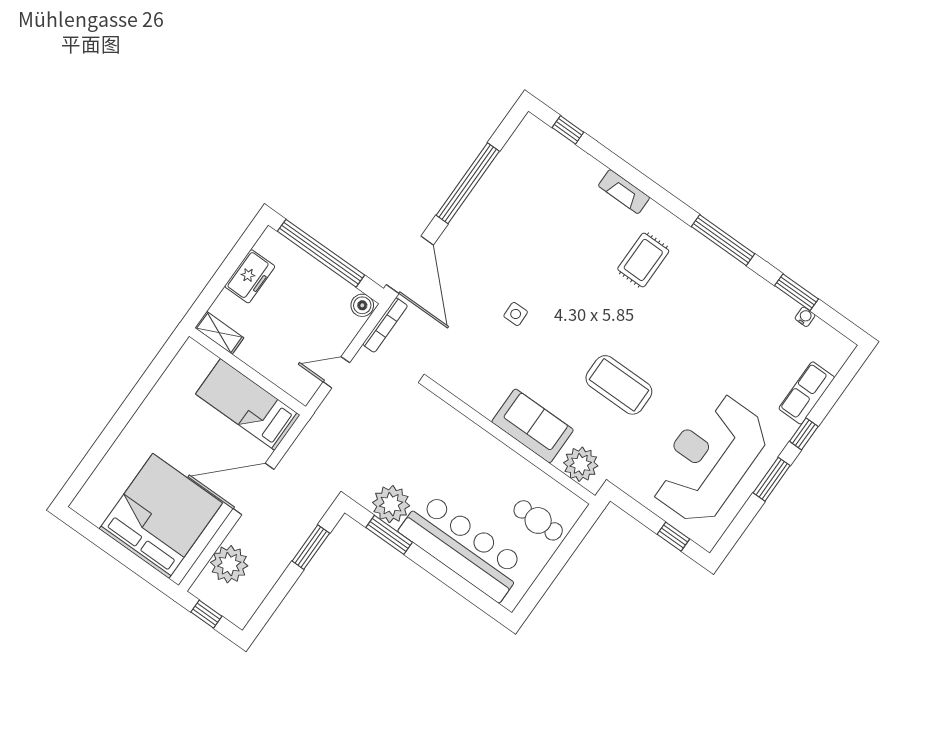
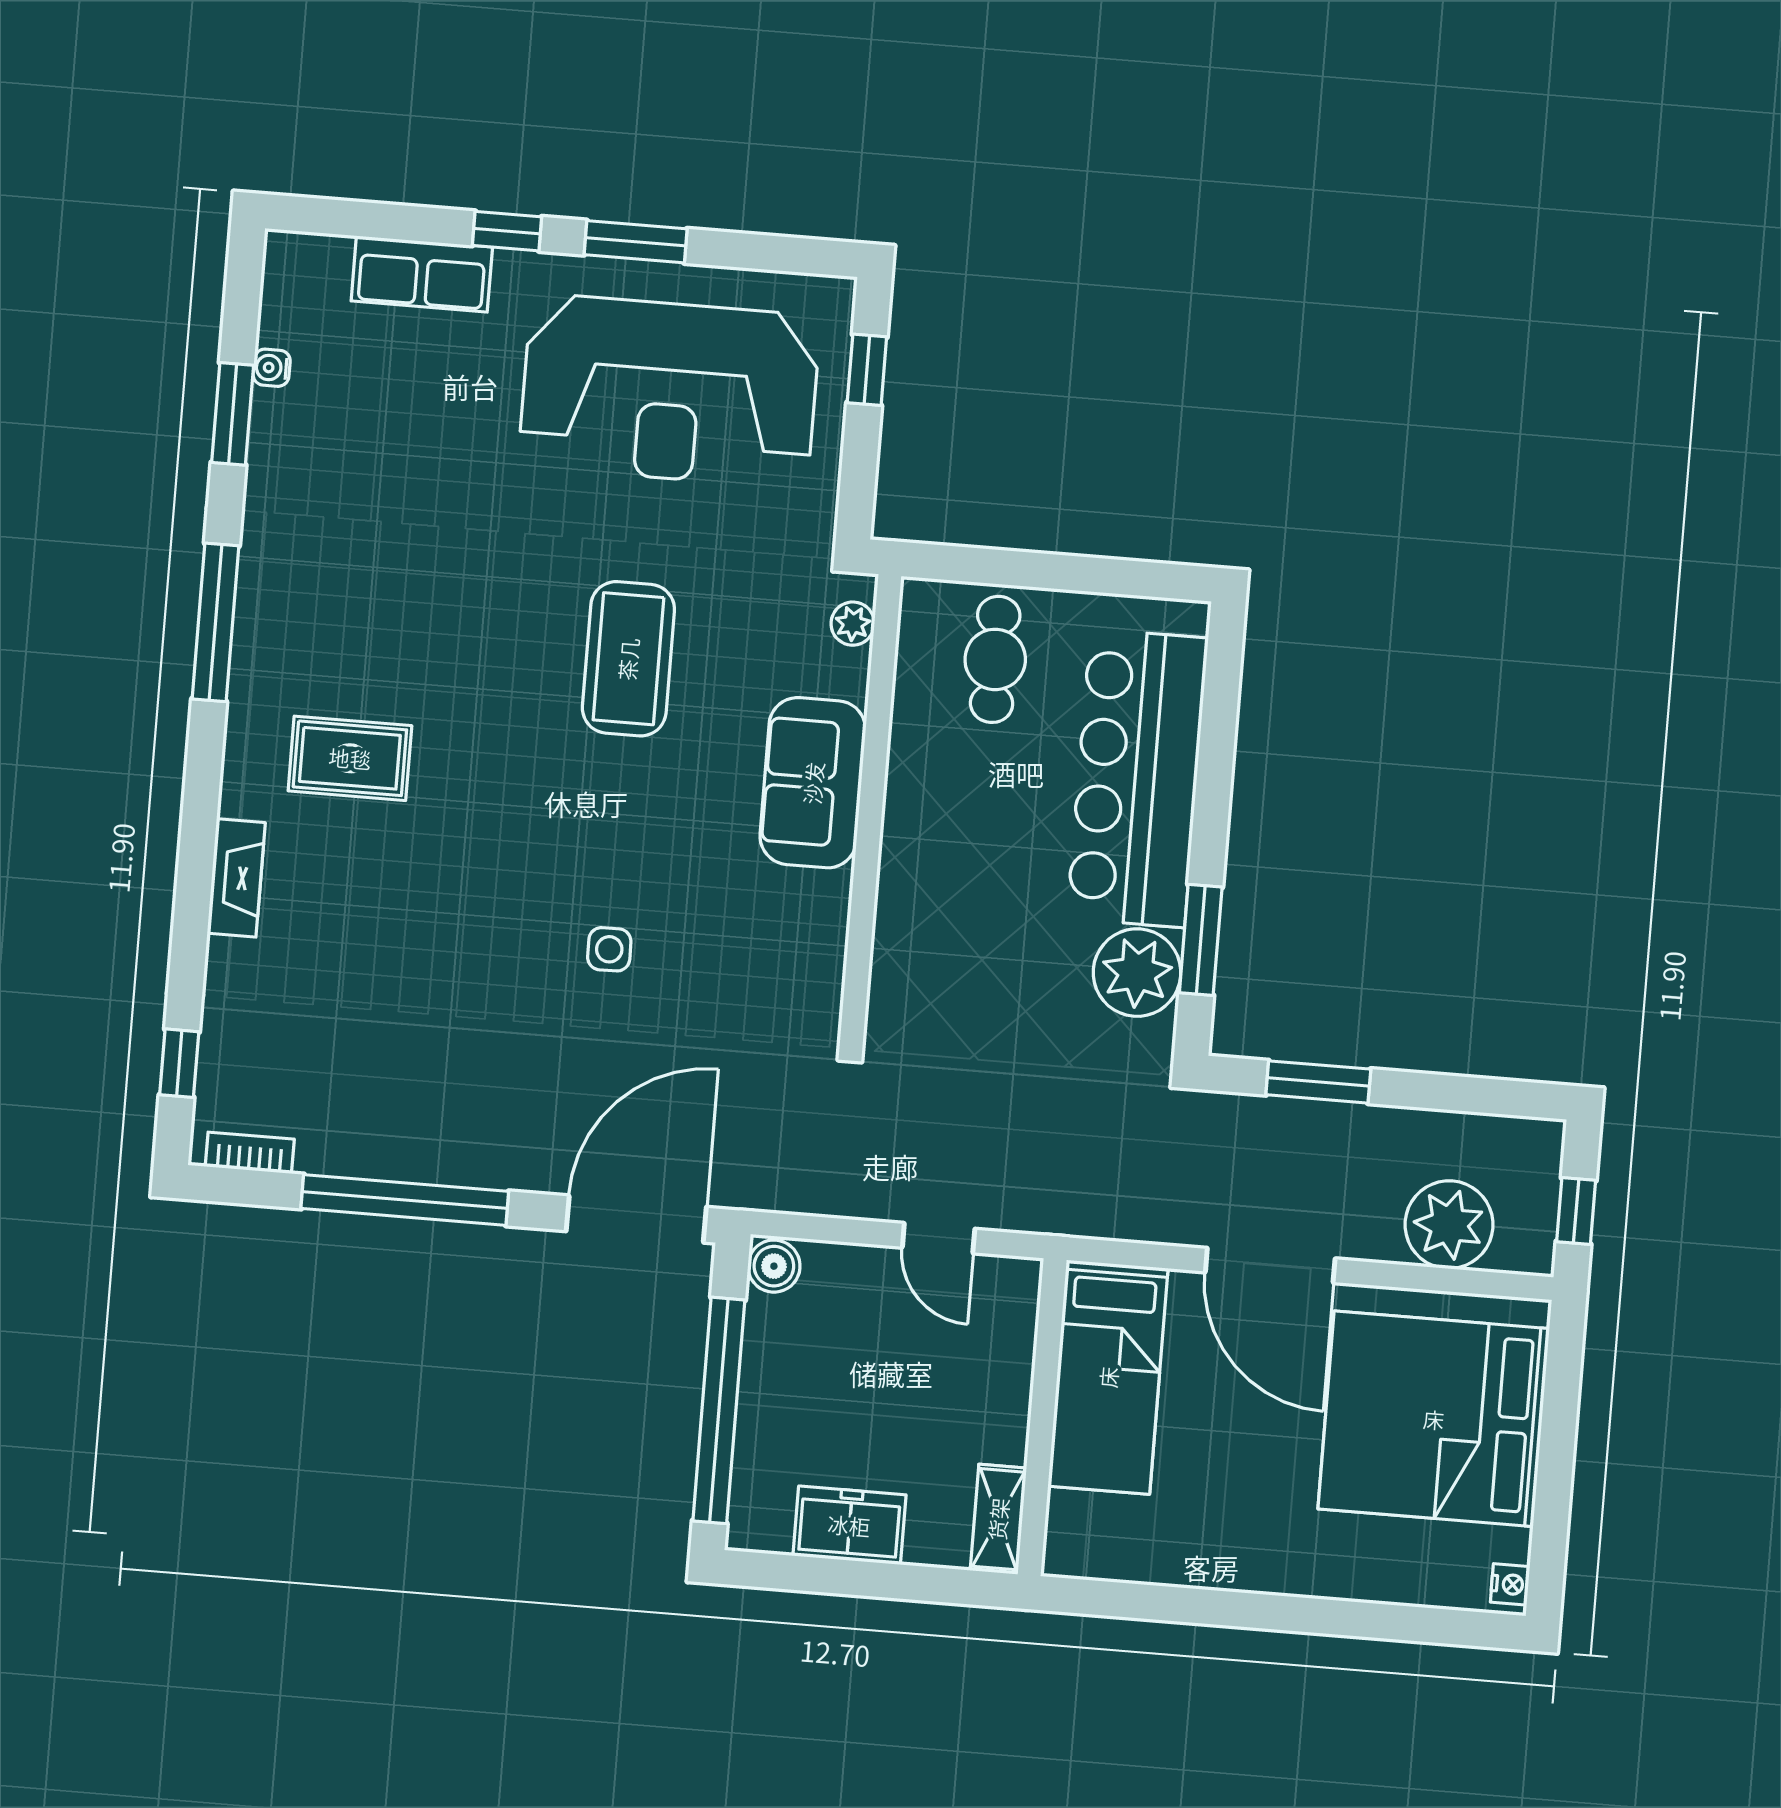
bookcase: (385, 325) -> (250, 1153), moved, width x0.64
plant: (581, 464) -> (853, 624), width x0.53, depth x0.53
nightstand: (83, 508) -> (1510, 1584), added

